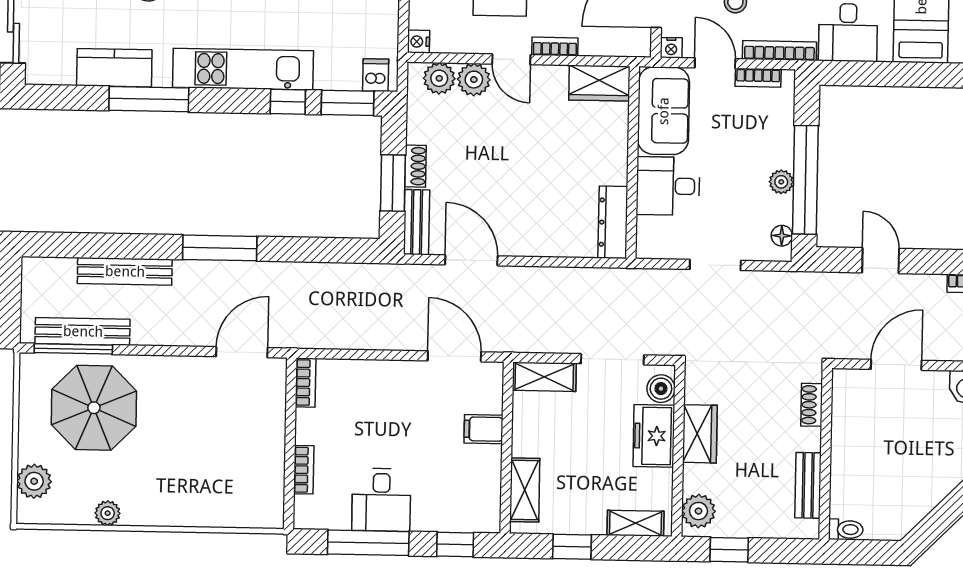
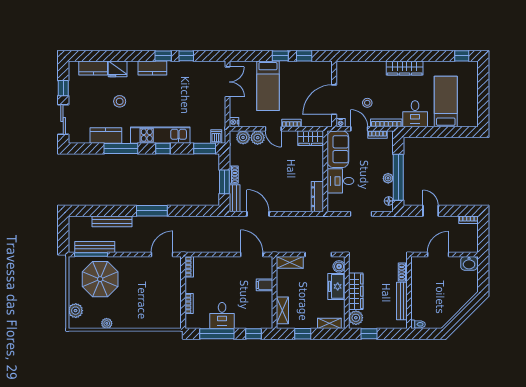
window: (288, 102) -> (163, 149), moved
wardrobe: (700, 434) -> (356, 291), width x1.50
bench: (808, 485) -> (402, 301), width x1.36

